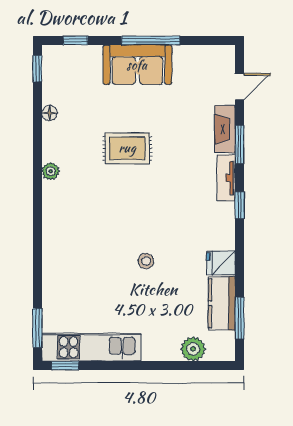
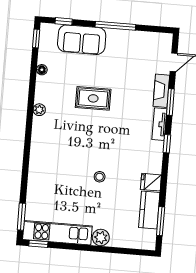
sofa: (137, 65) -> (82, 40), moved
plant: (193, 349) -> (101, 238), moved

